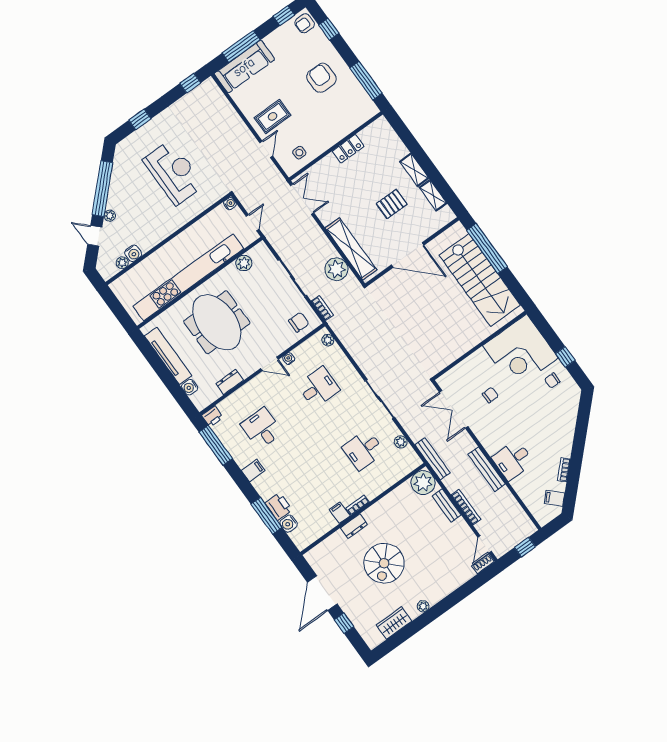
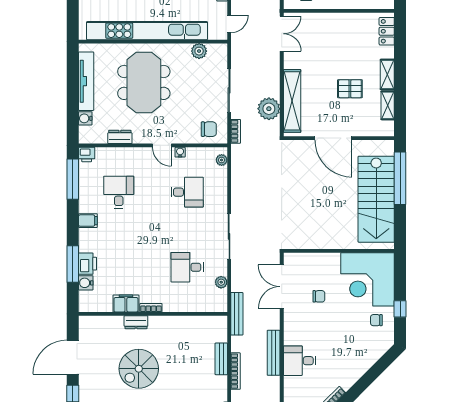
locker: (348, 149) -> (387, 31), moved, turned 90
plant: (423, 483) -> (216, 327), removed
filing cabinet: (340, 513) -> (126, 304), width x2.00

